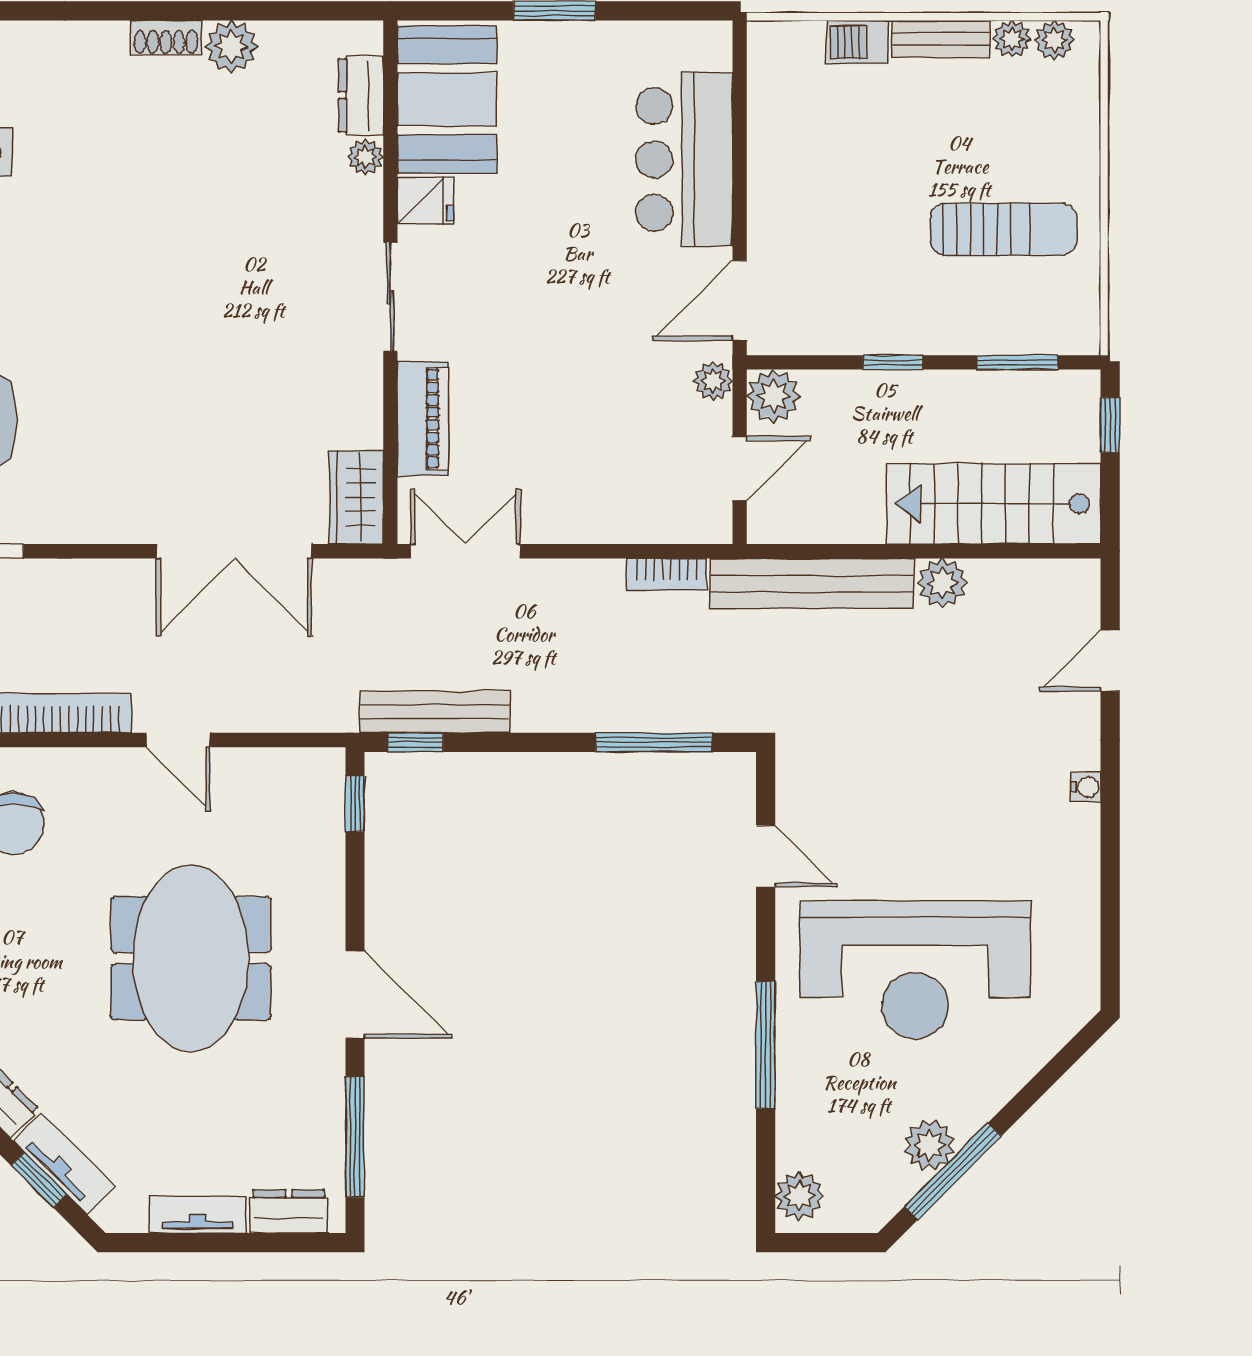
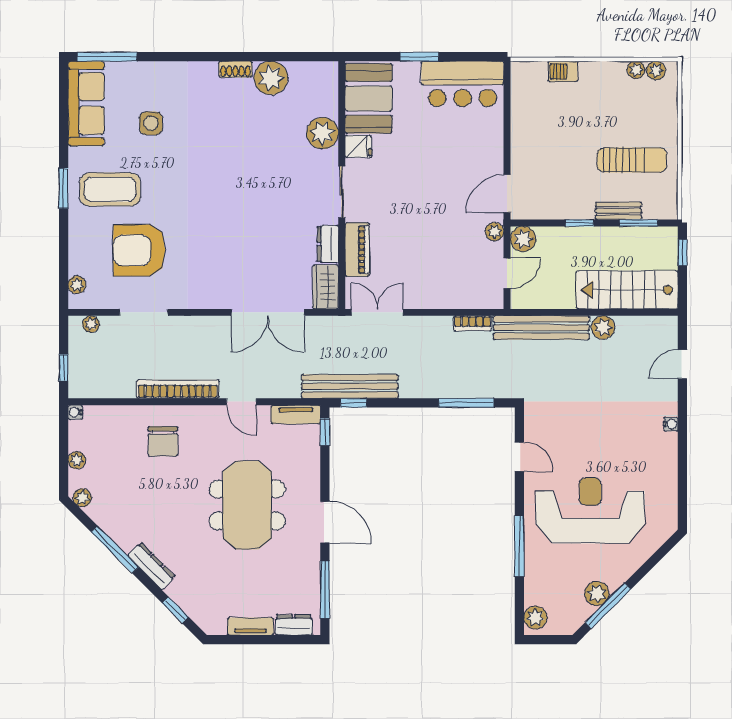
bench: (941, 39) -> (618, 211), moved
plant: (231, 47) -> (271, 78), width x1.36, depth x1.36
dresser: (361, 95) -> (328, 244), moved
plant: (365, 157) -> (322, 133), width x1.88, depth x1.88
bar counter: (684, 159) -> (462, 84), moved, turned -90
bench: (435, 712) -> (350, 386), width x1.37, depth x1.21
reception desk: (915, 970) -> (590, 511), turned 180
tv unit: (64, 1164) -> (296, 415), moved, turned 135

